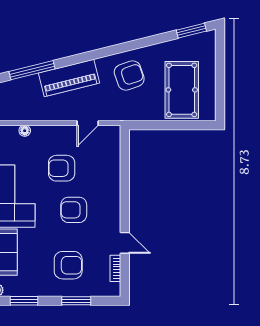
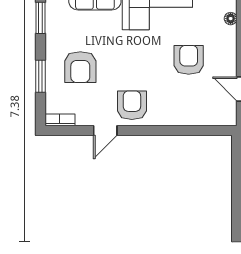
armchair: (74, 210) -> (132, 105), moved
bookcase: (115, 268) -> (60, 120), moved

